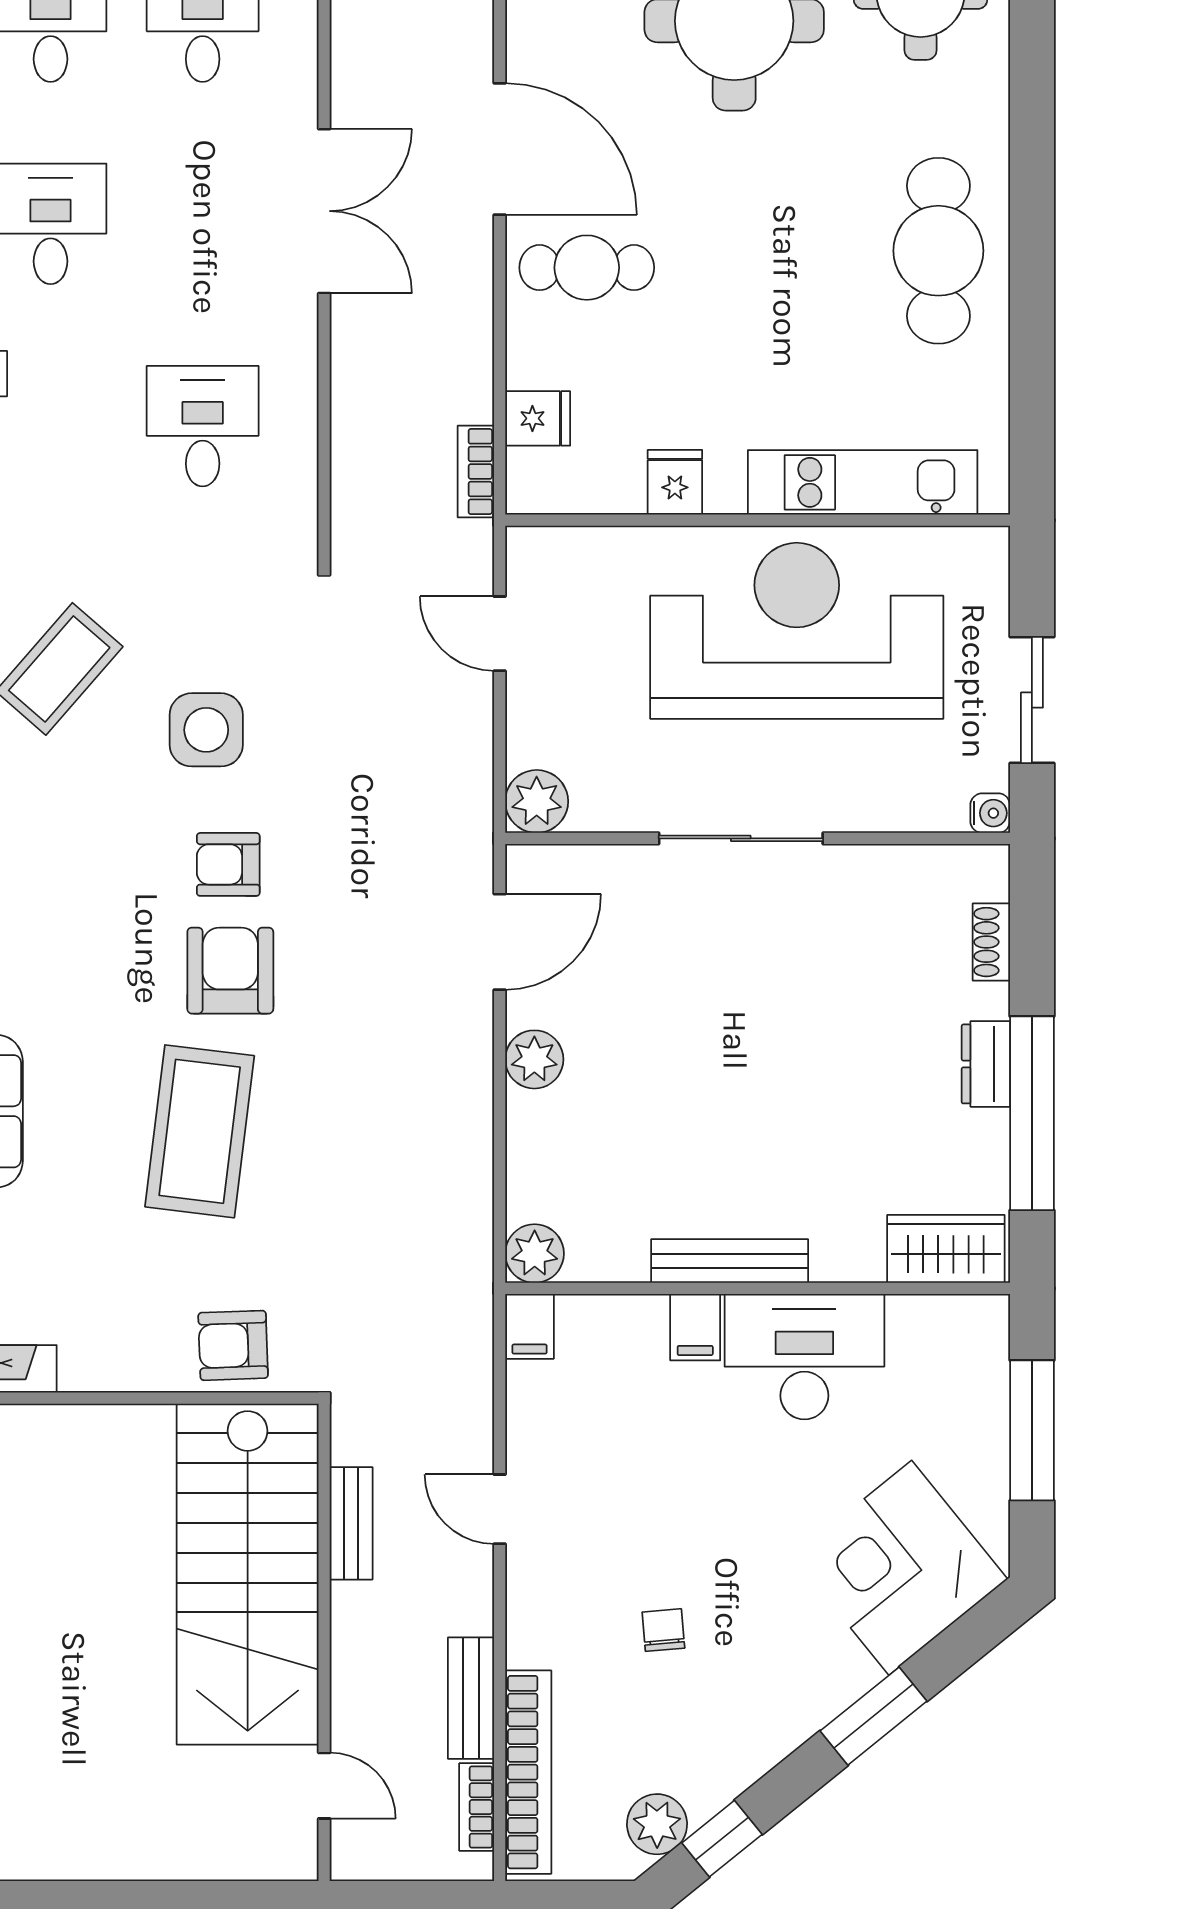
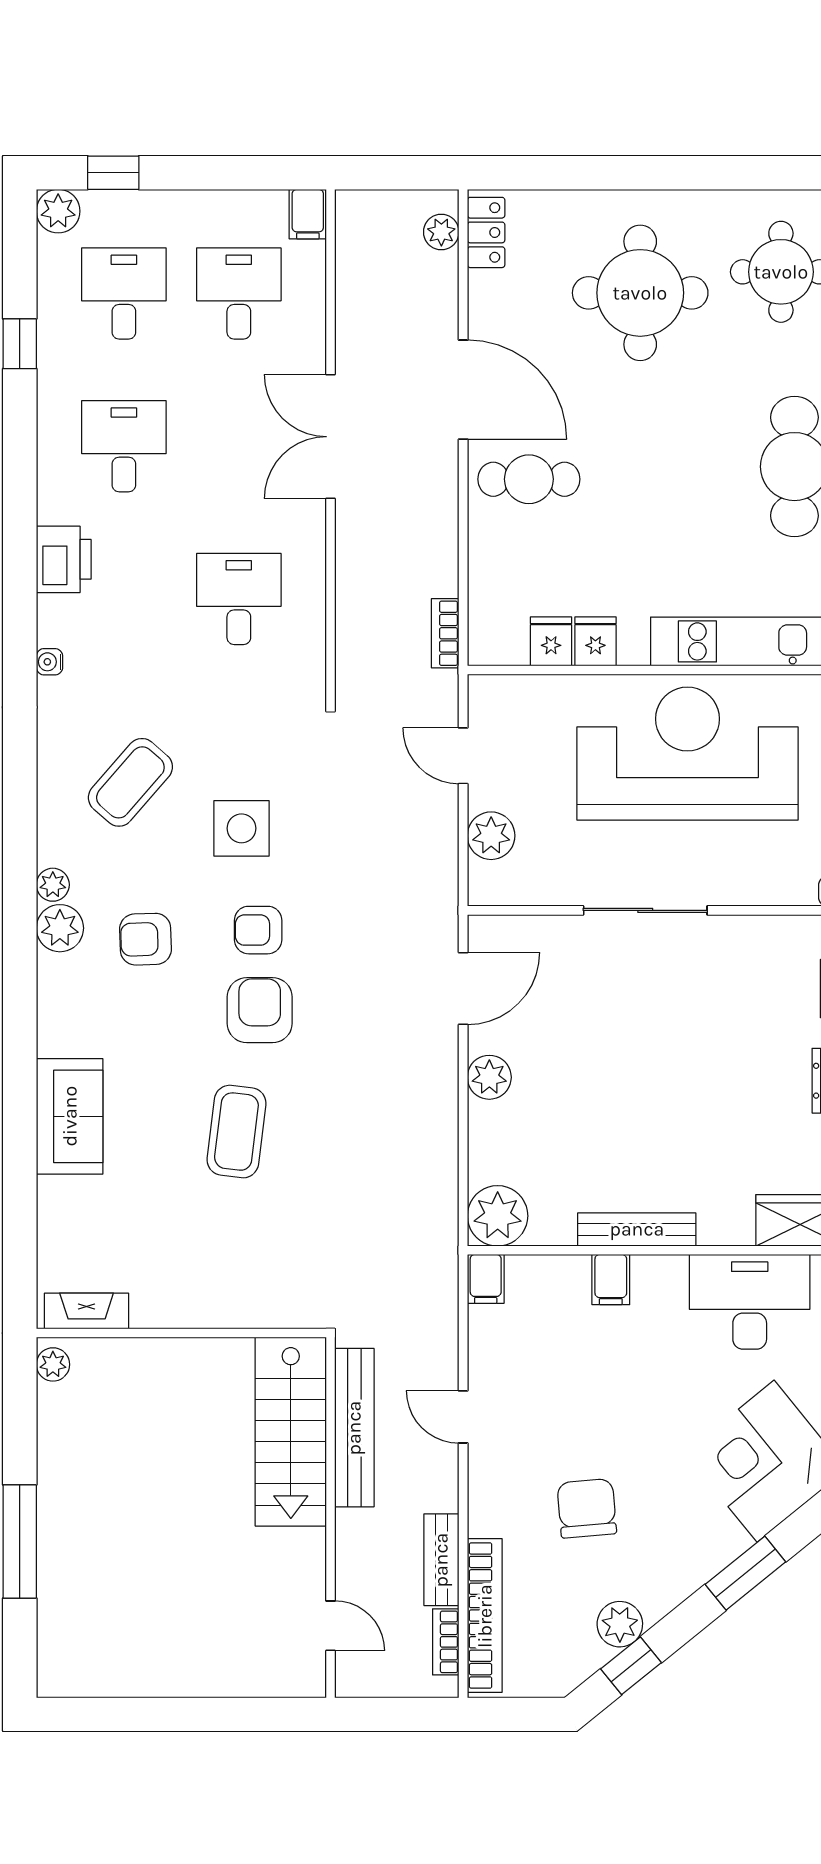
double door: (324, 211) -> (331, 437), swing flipped
fridge: (538, 418) -> (551, 641), moved, turned -90
plant: (537, 801) -> (491, 836), moved
coffee table: (200, 1131) -> (236, 1132), width x0.73, depth x0.76
plant: (535, 1254) -> (498, 1216), width x1.36, depth x1.36
armchair: (233, 1345) -> (146, 939), moved
desk: (804, 1357) -> (750, 1302), moved
bench: (351, 1523) -> (354, 1428), width x1.86, depth x1.21
stairs: (248, 1574) -> (291, 1432), width x0.73, depth x0.66
chair: (663, 1630) -> (587, 1508), width x1.87, depth x1.87
plant: (657, 1824) -> (620, 1624), moved

